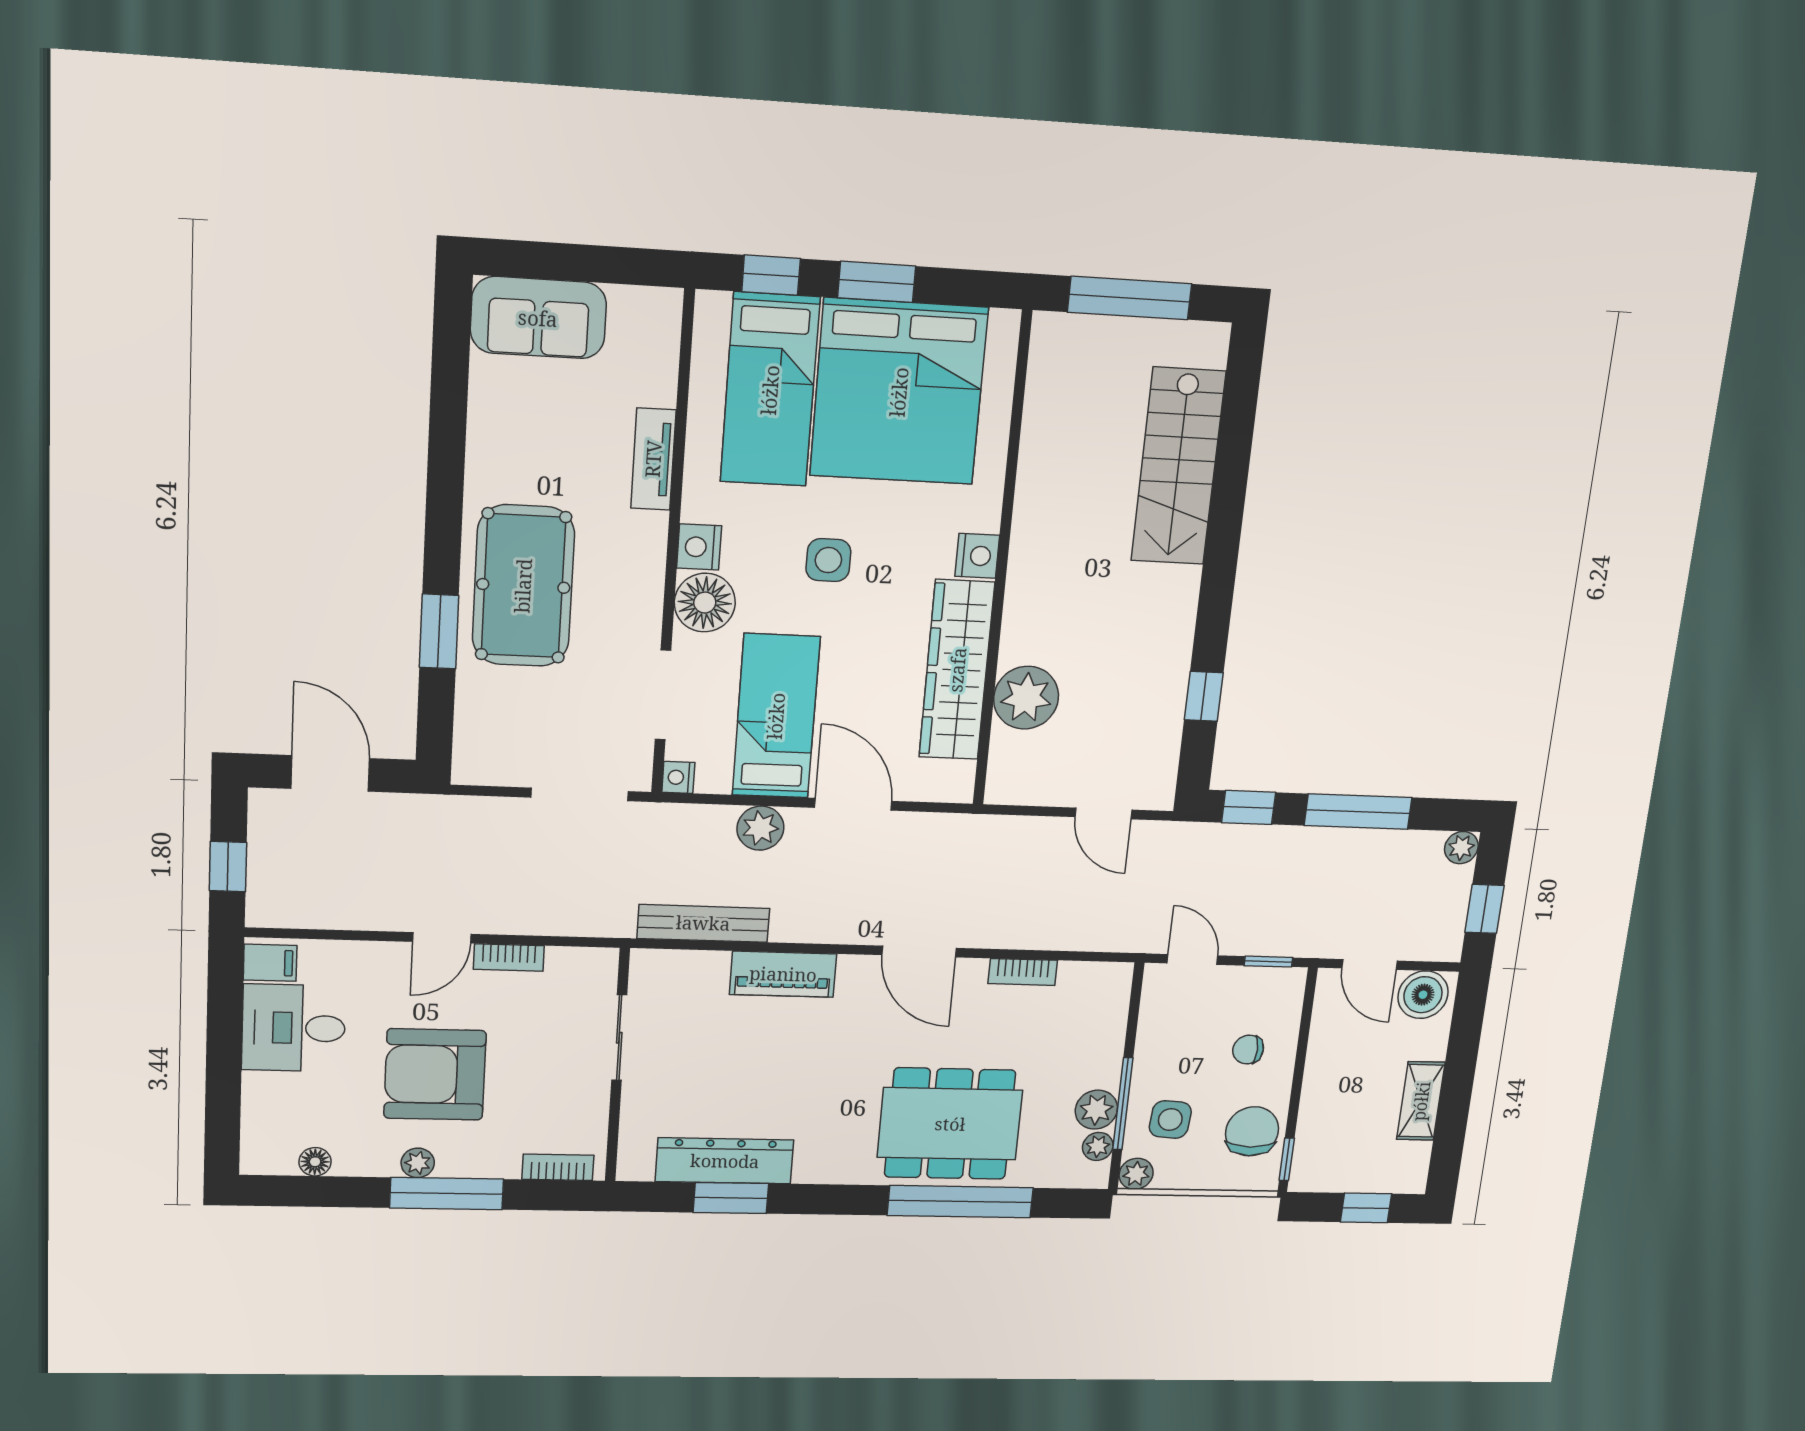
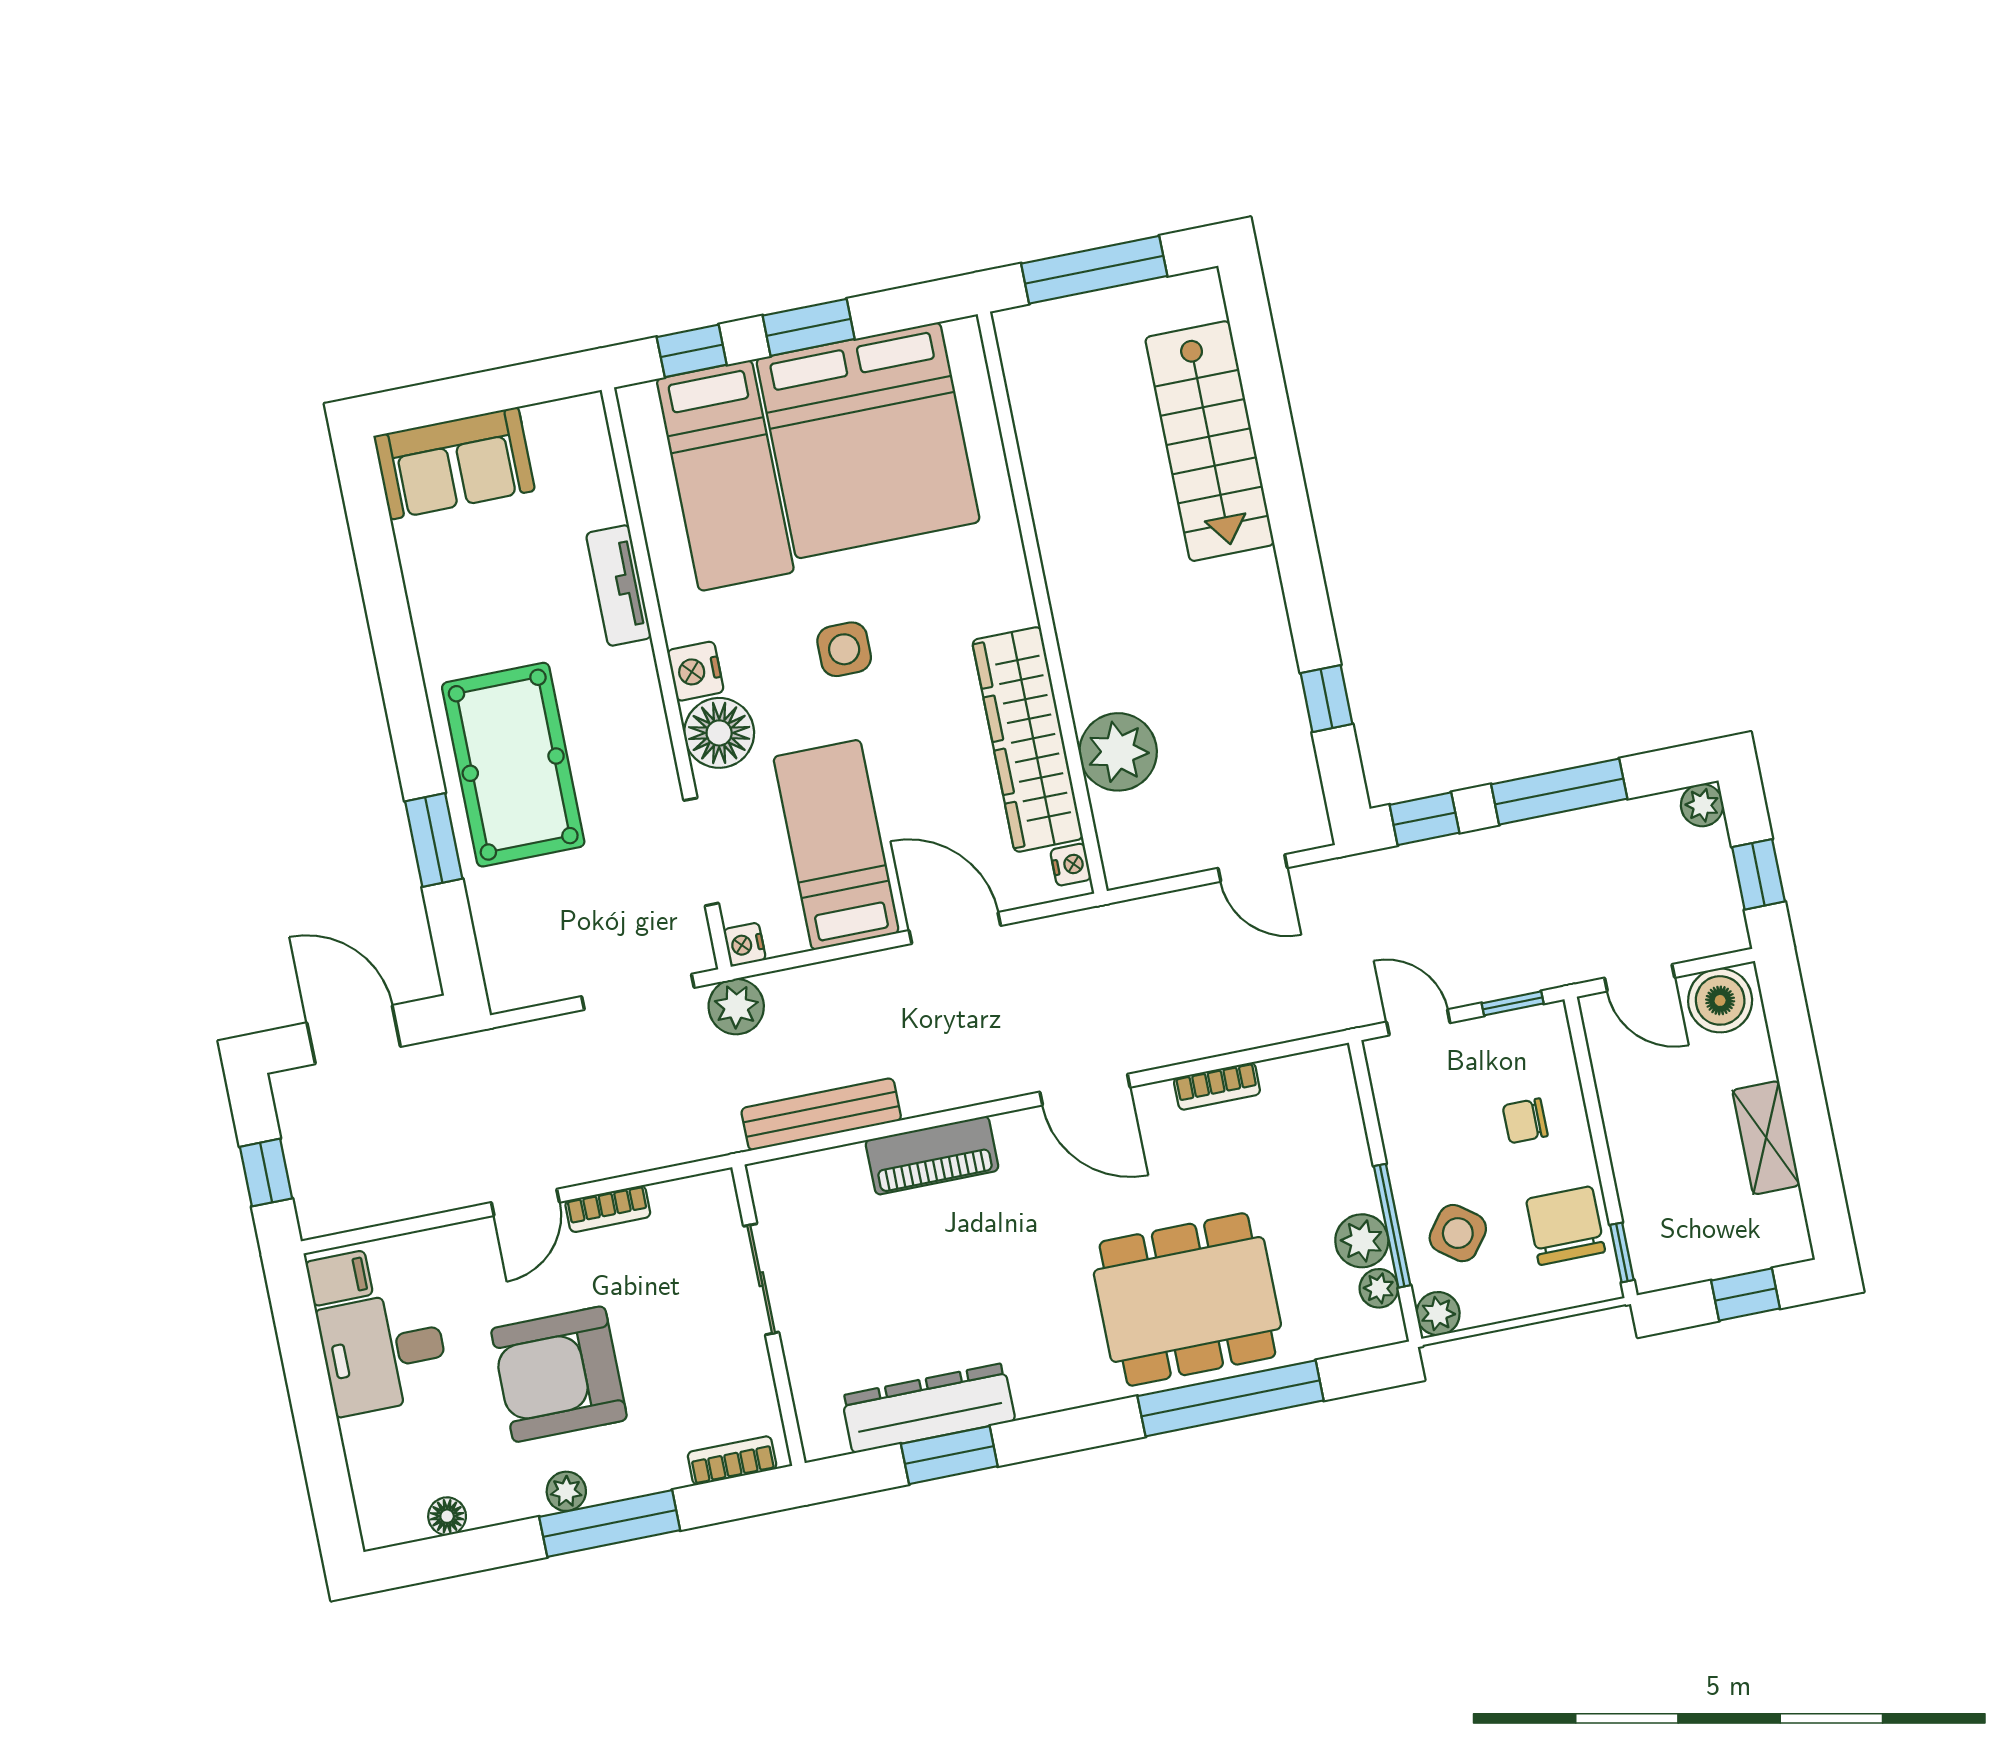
nightstand: (977, 556) -> (1071, 865), moved, width x0.72, depth x0.74
plant: (760, 828) -> (736, 1007), moved
side table: (1170, 1120) -> (1458, 1233), turned 33

